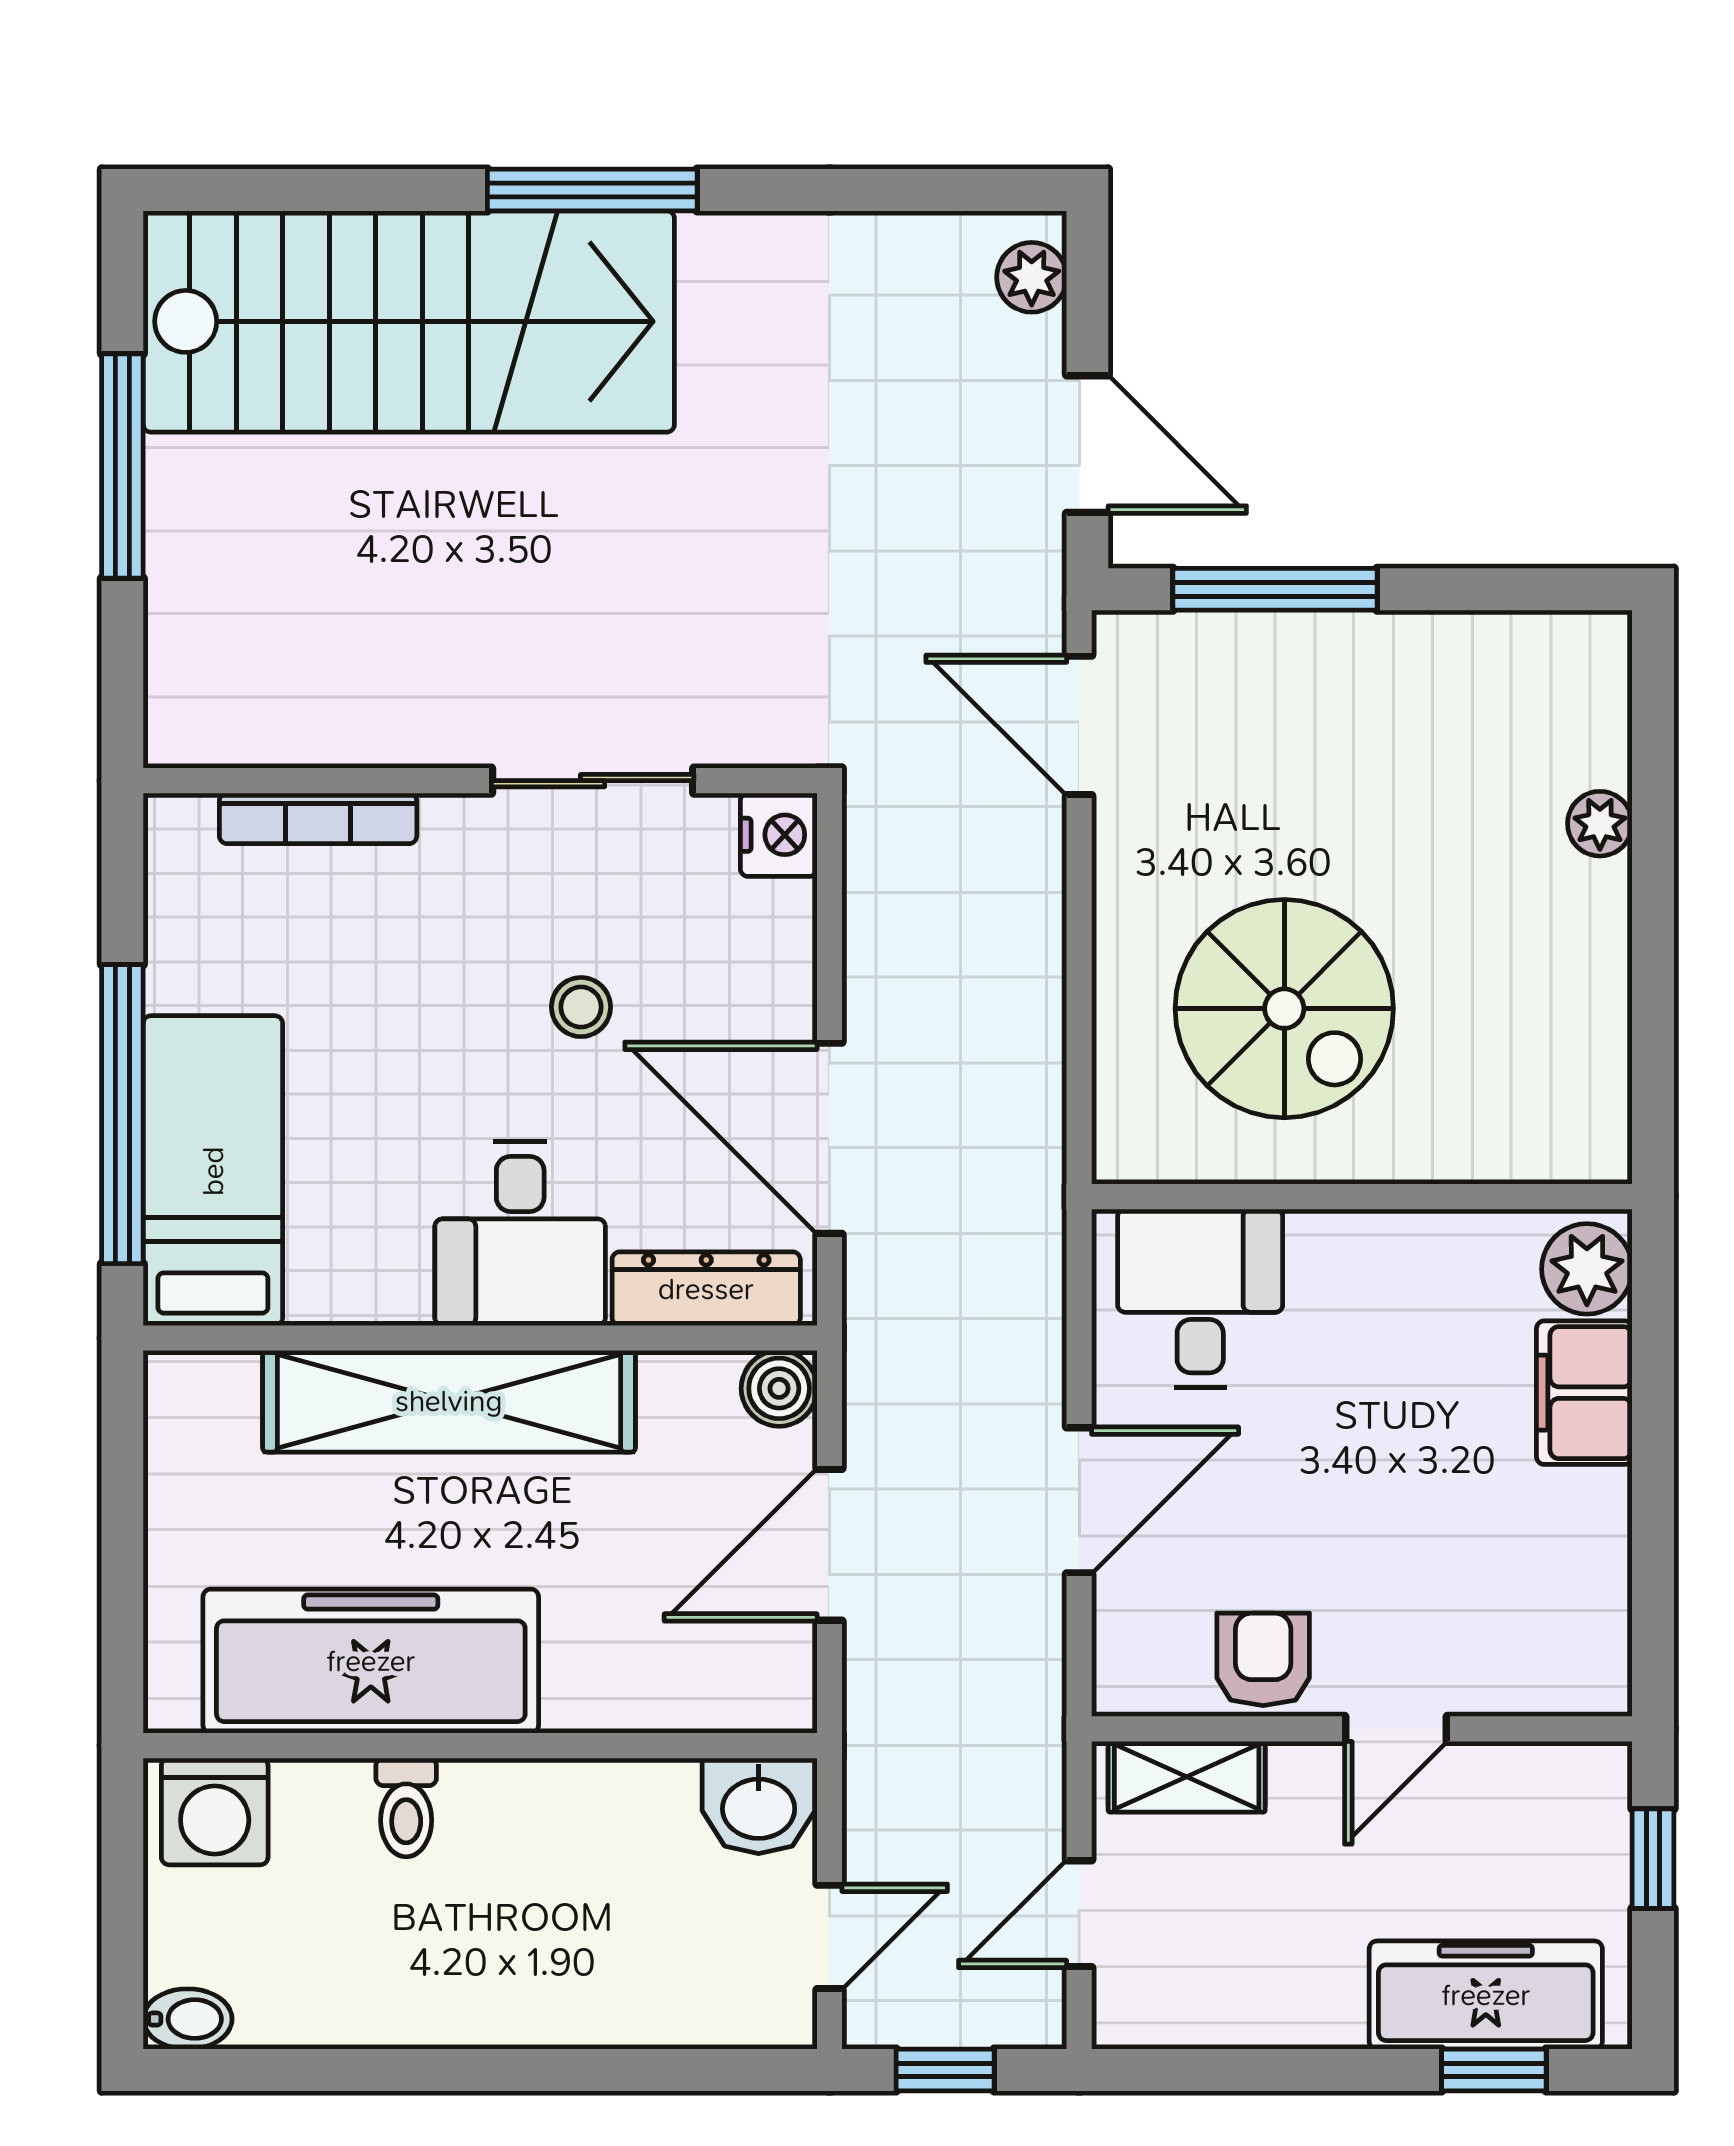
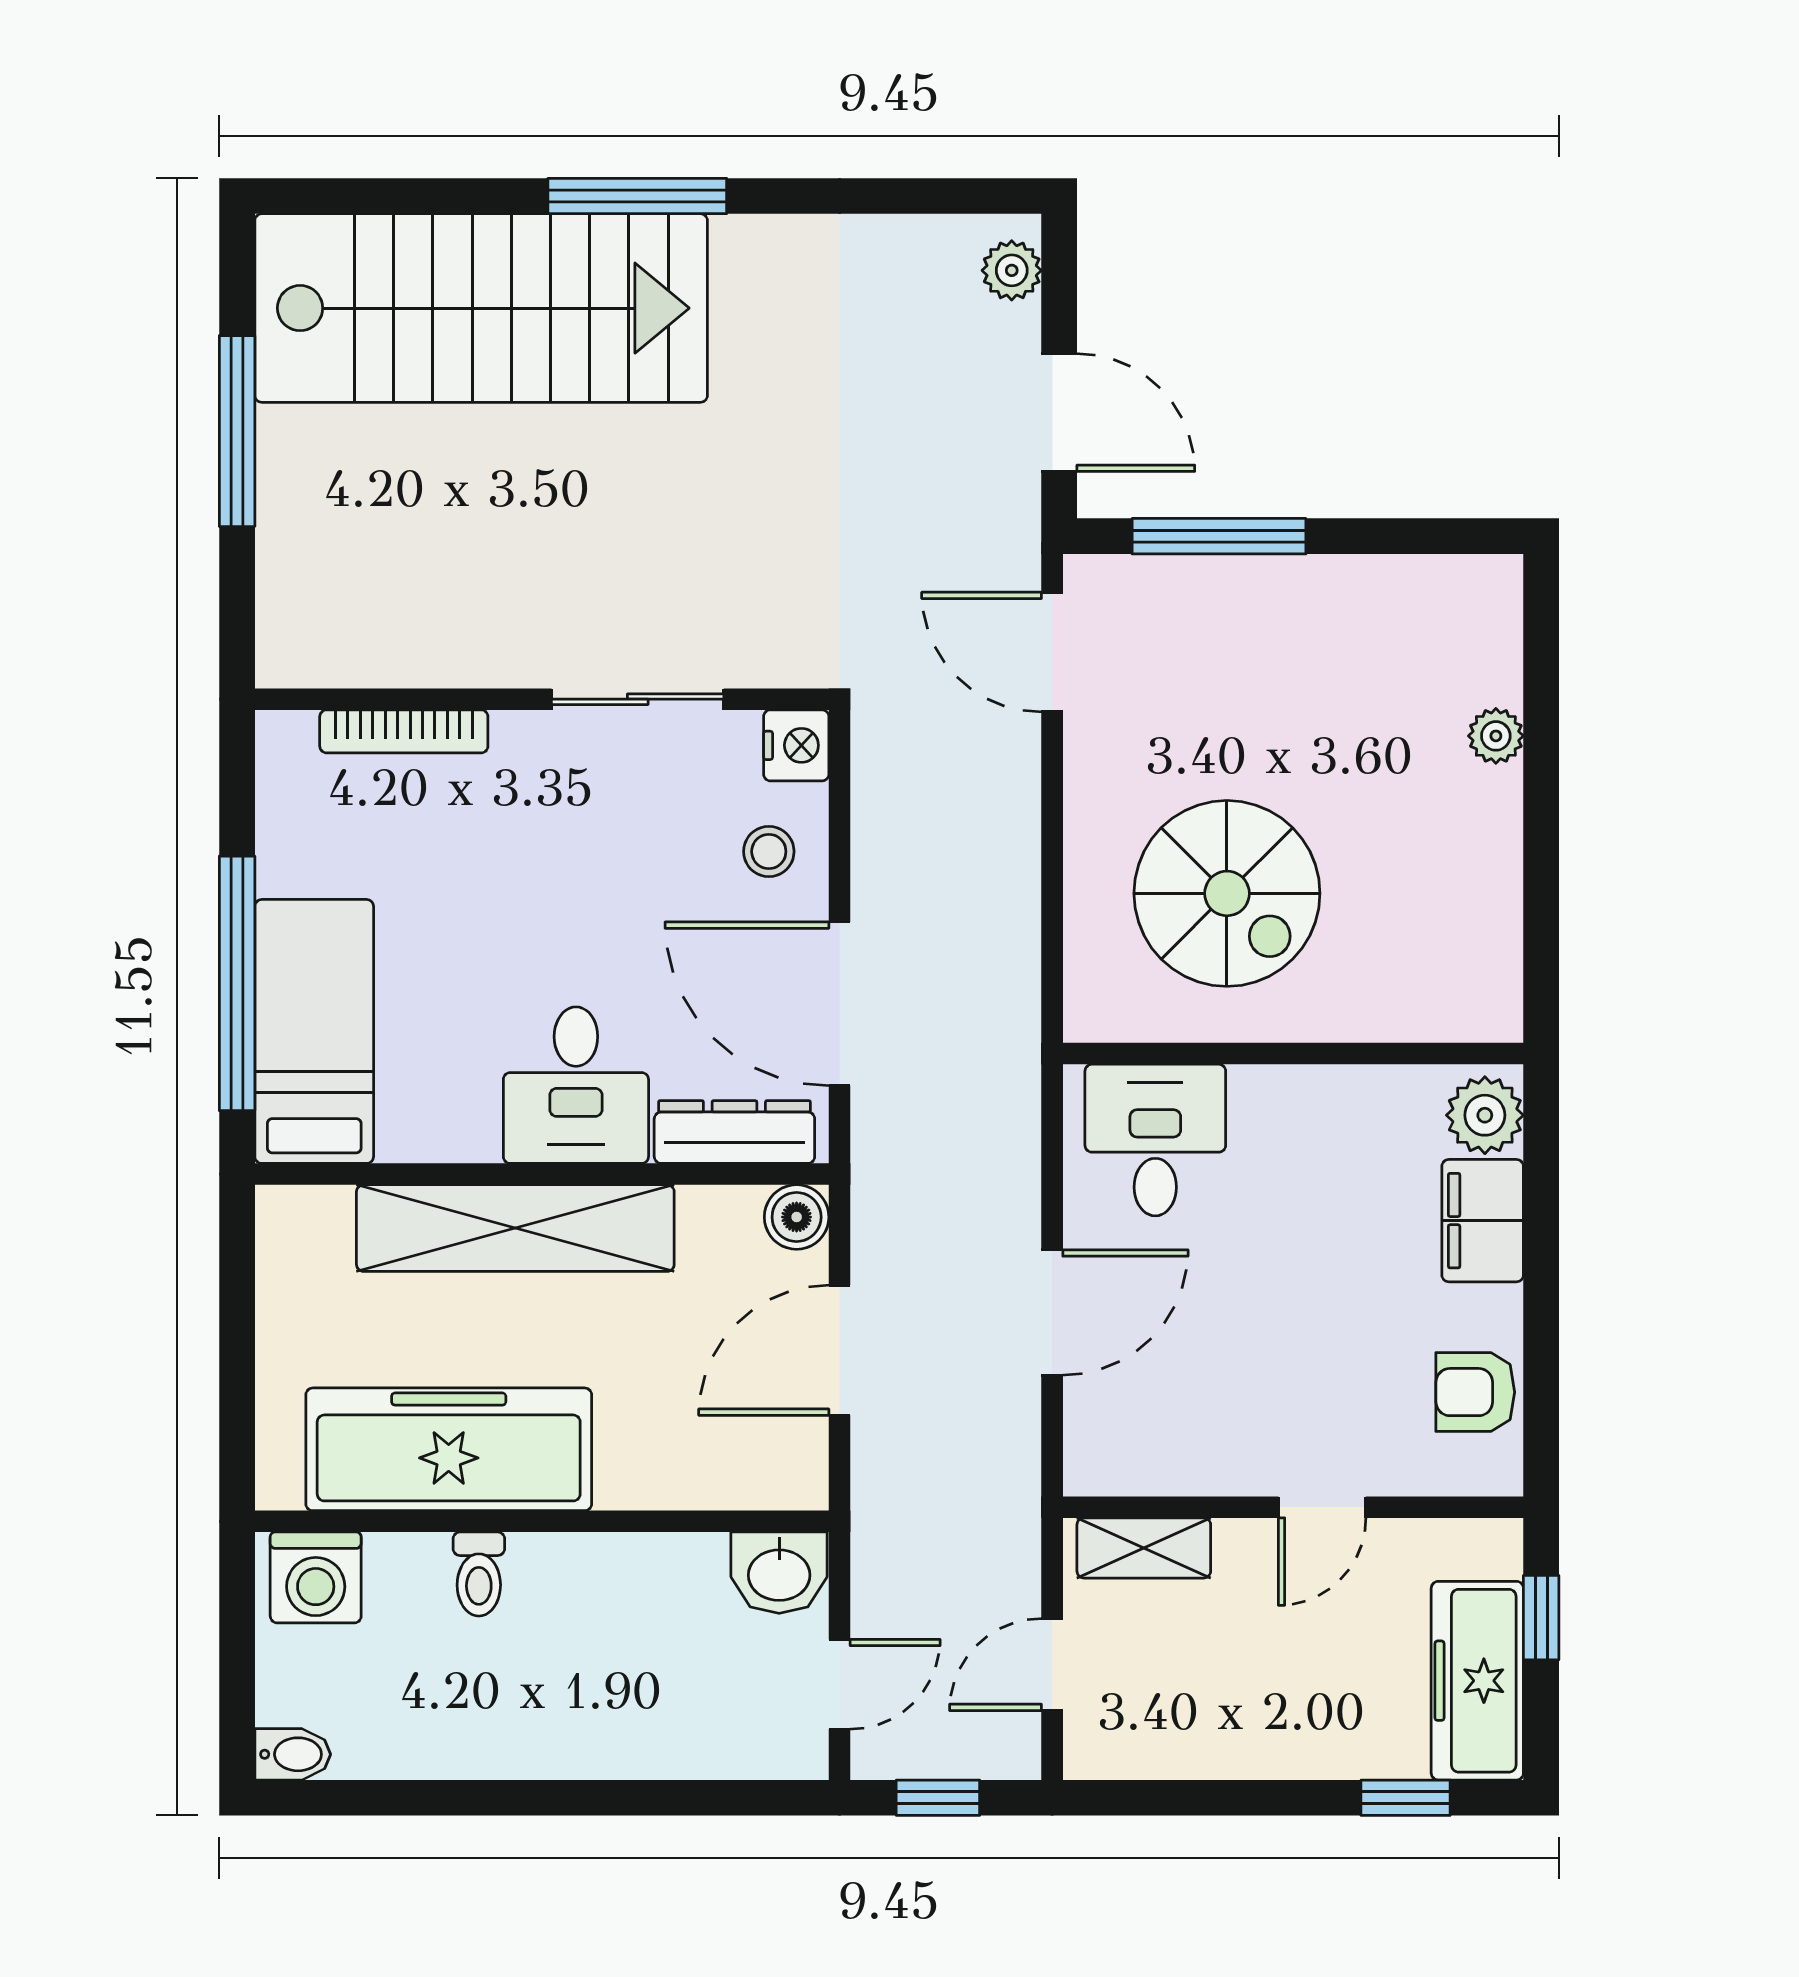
stool: (581, 1007) -> (769, 851), moved
armchair: (1263, 1659) -> (1475, 1392), moved, turned -90
freezer: (1486, 1995) -> (1477, 1681), moved, turned -90

